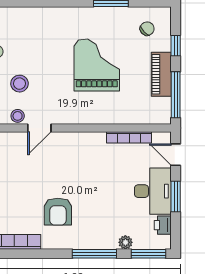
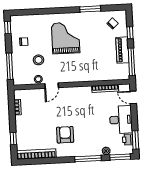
grand piano: (97, 65) -> (66, 38), moved
window: (176, 197) -> (135, 140), moved
armchair: (58, 212) -> (65, 135), turned 180

